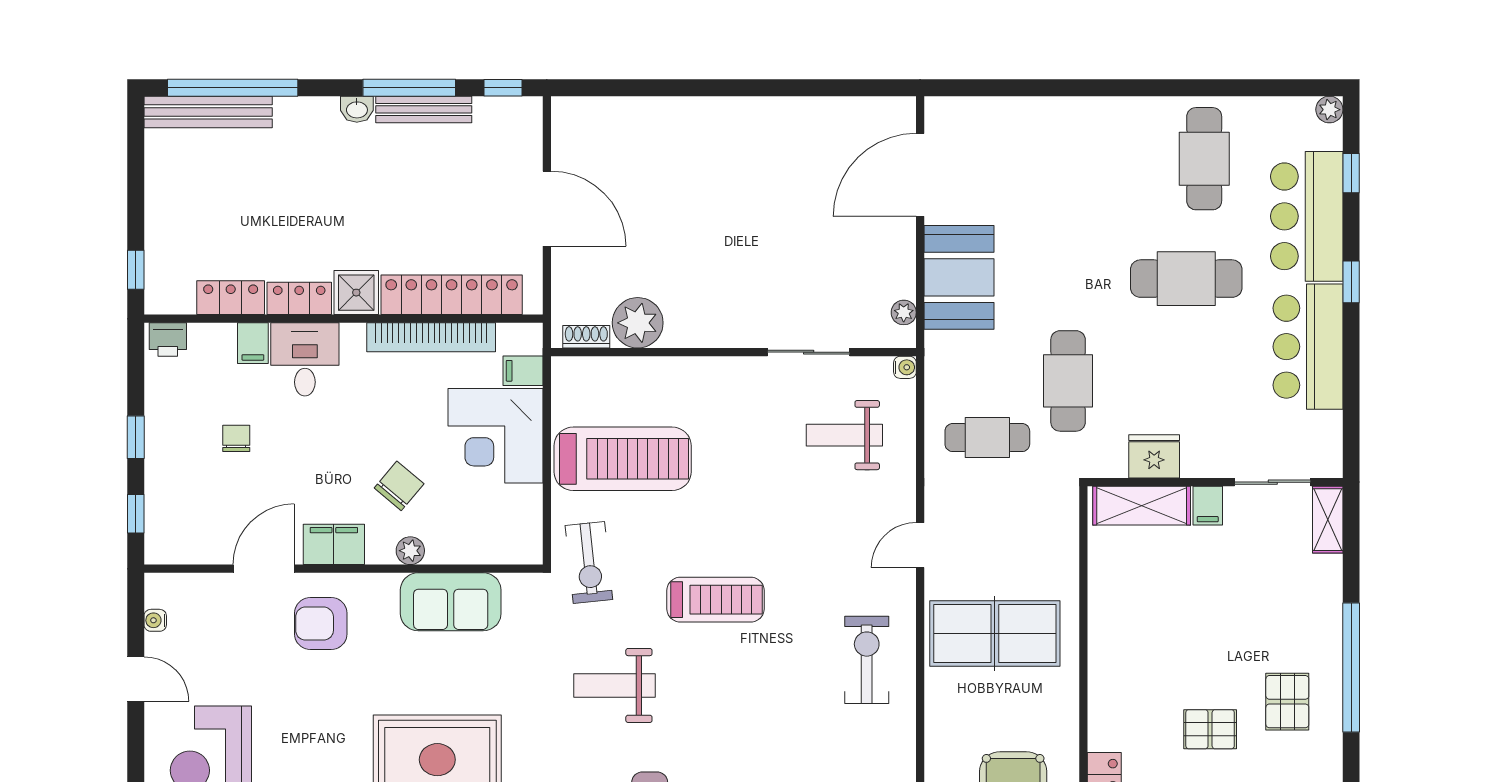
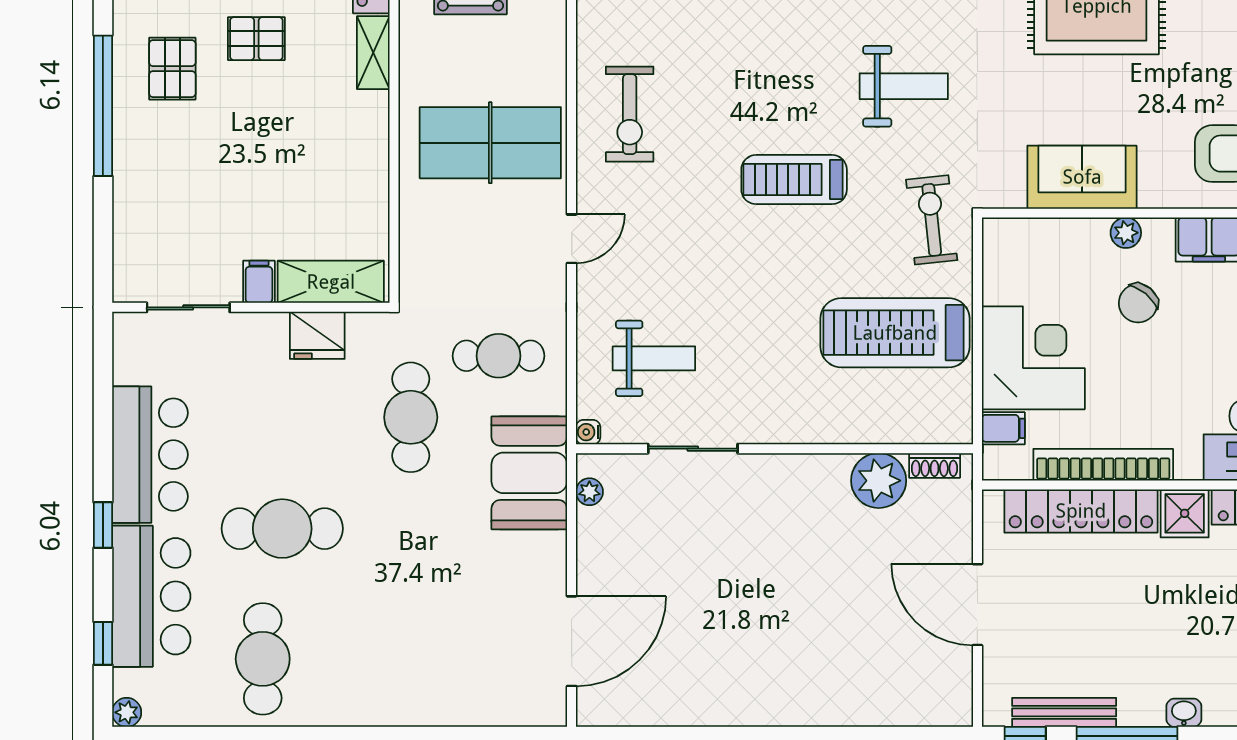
bench: (424, 109) -> (1064, 712), moved
booth: (959, 277) -> (529, 473), moved
shelving: (1328, 520) -> (373, 53), moved

